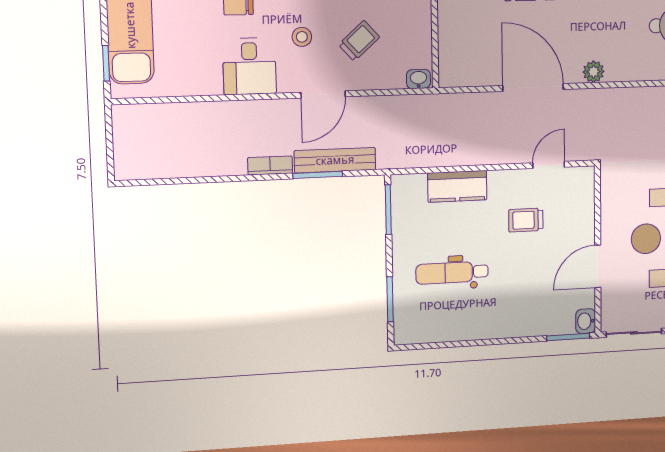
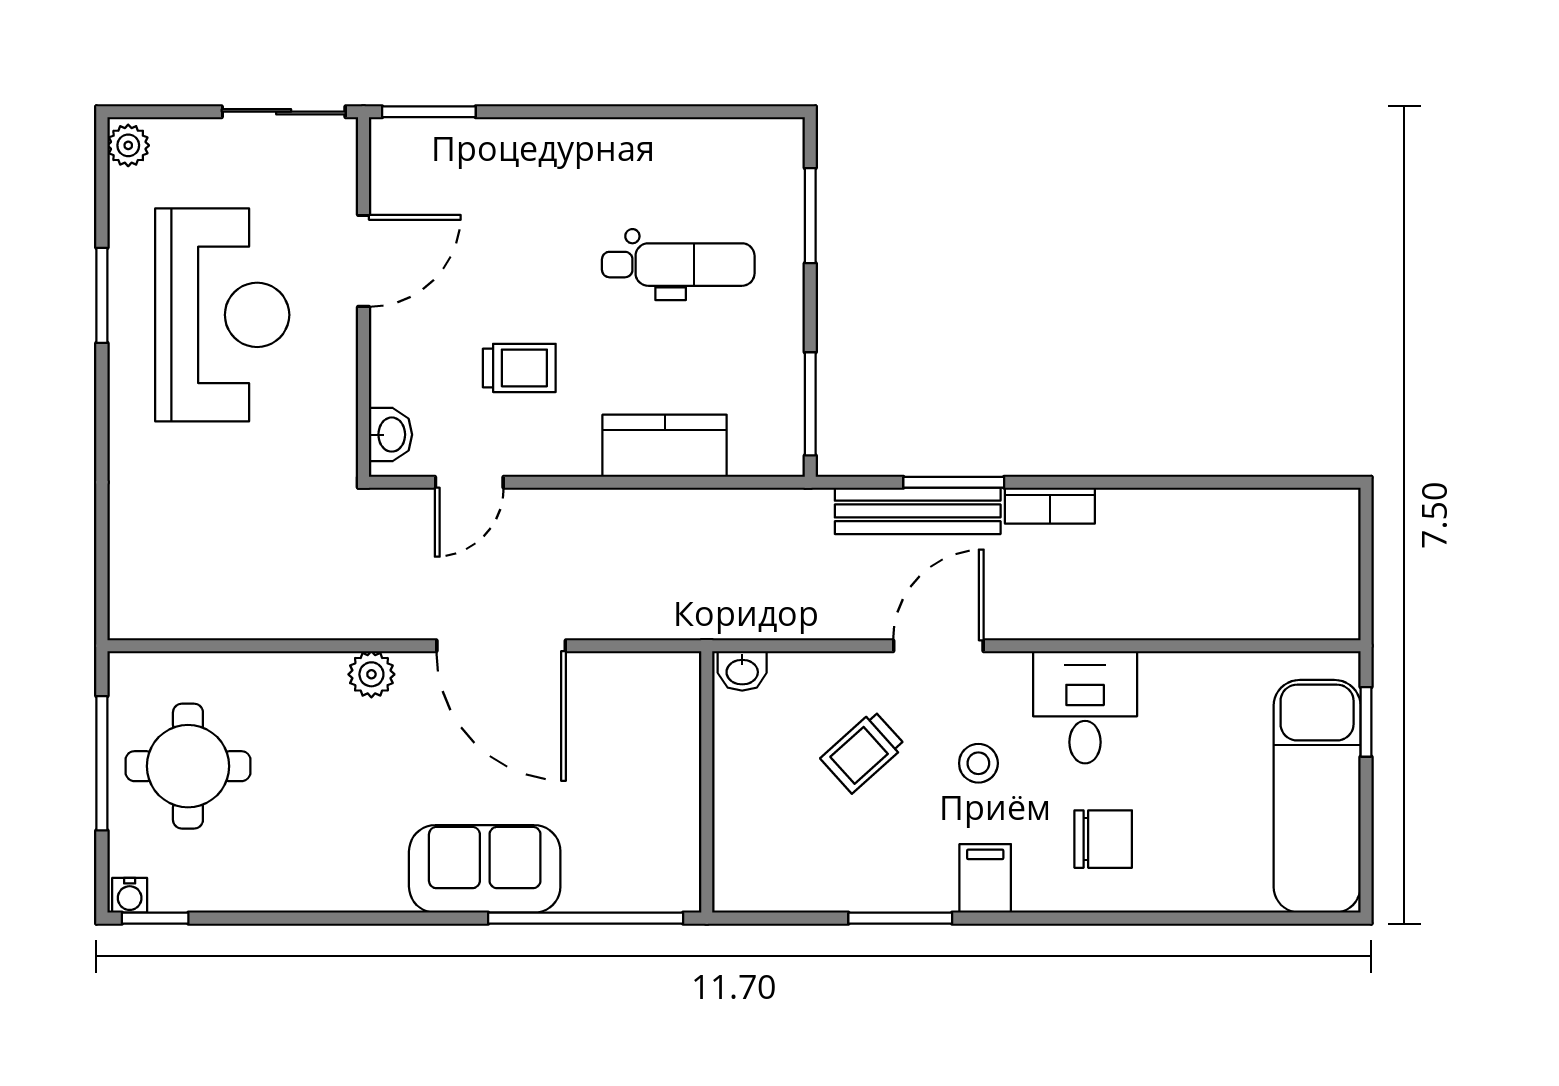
washbasin: (586, 321) -> (390, 435), moved

